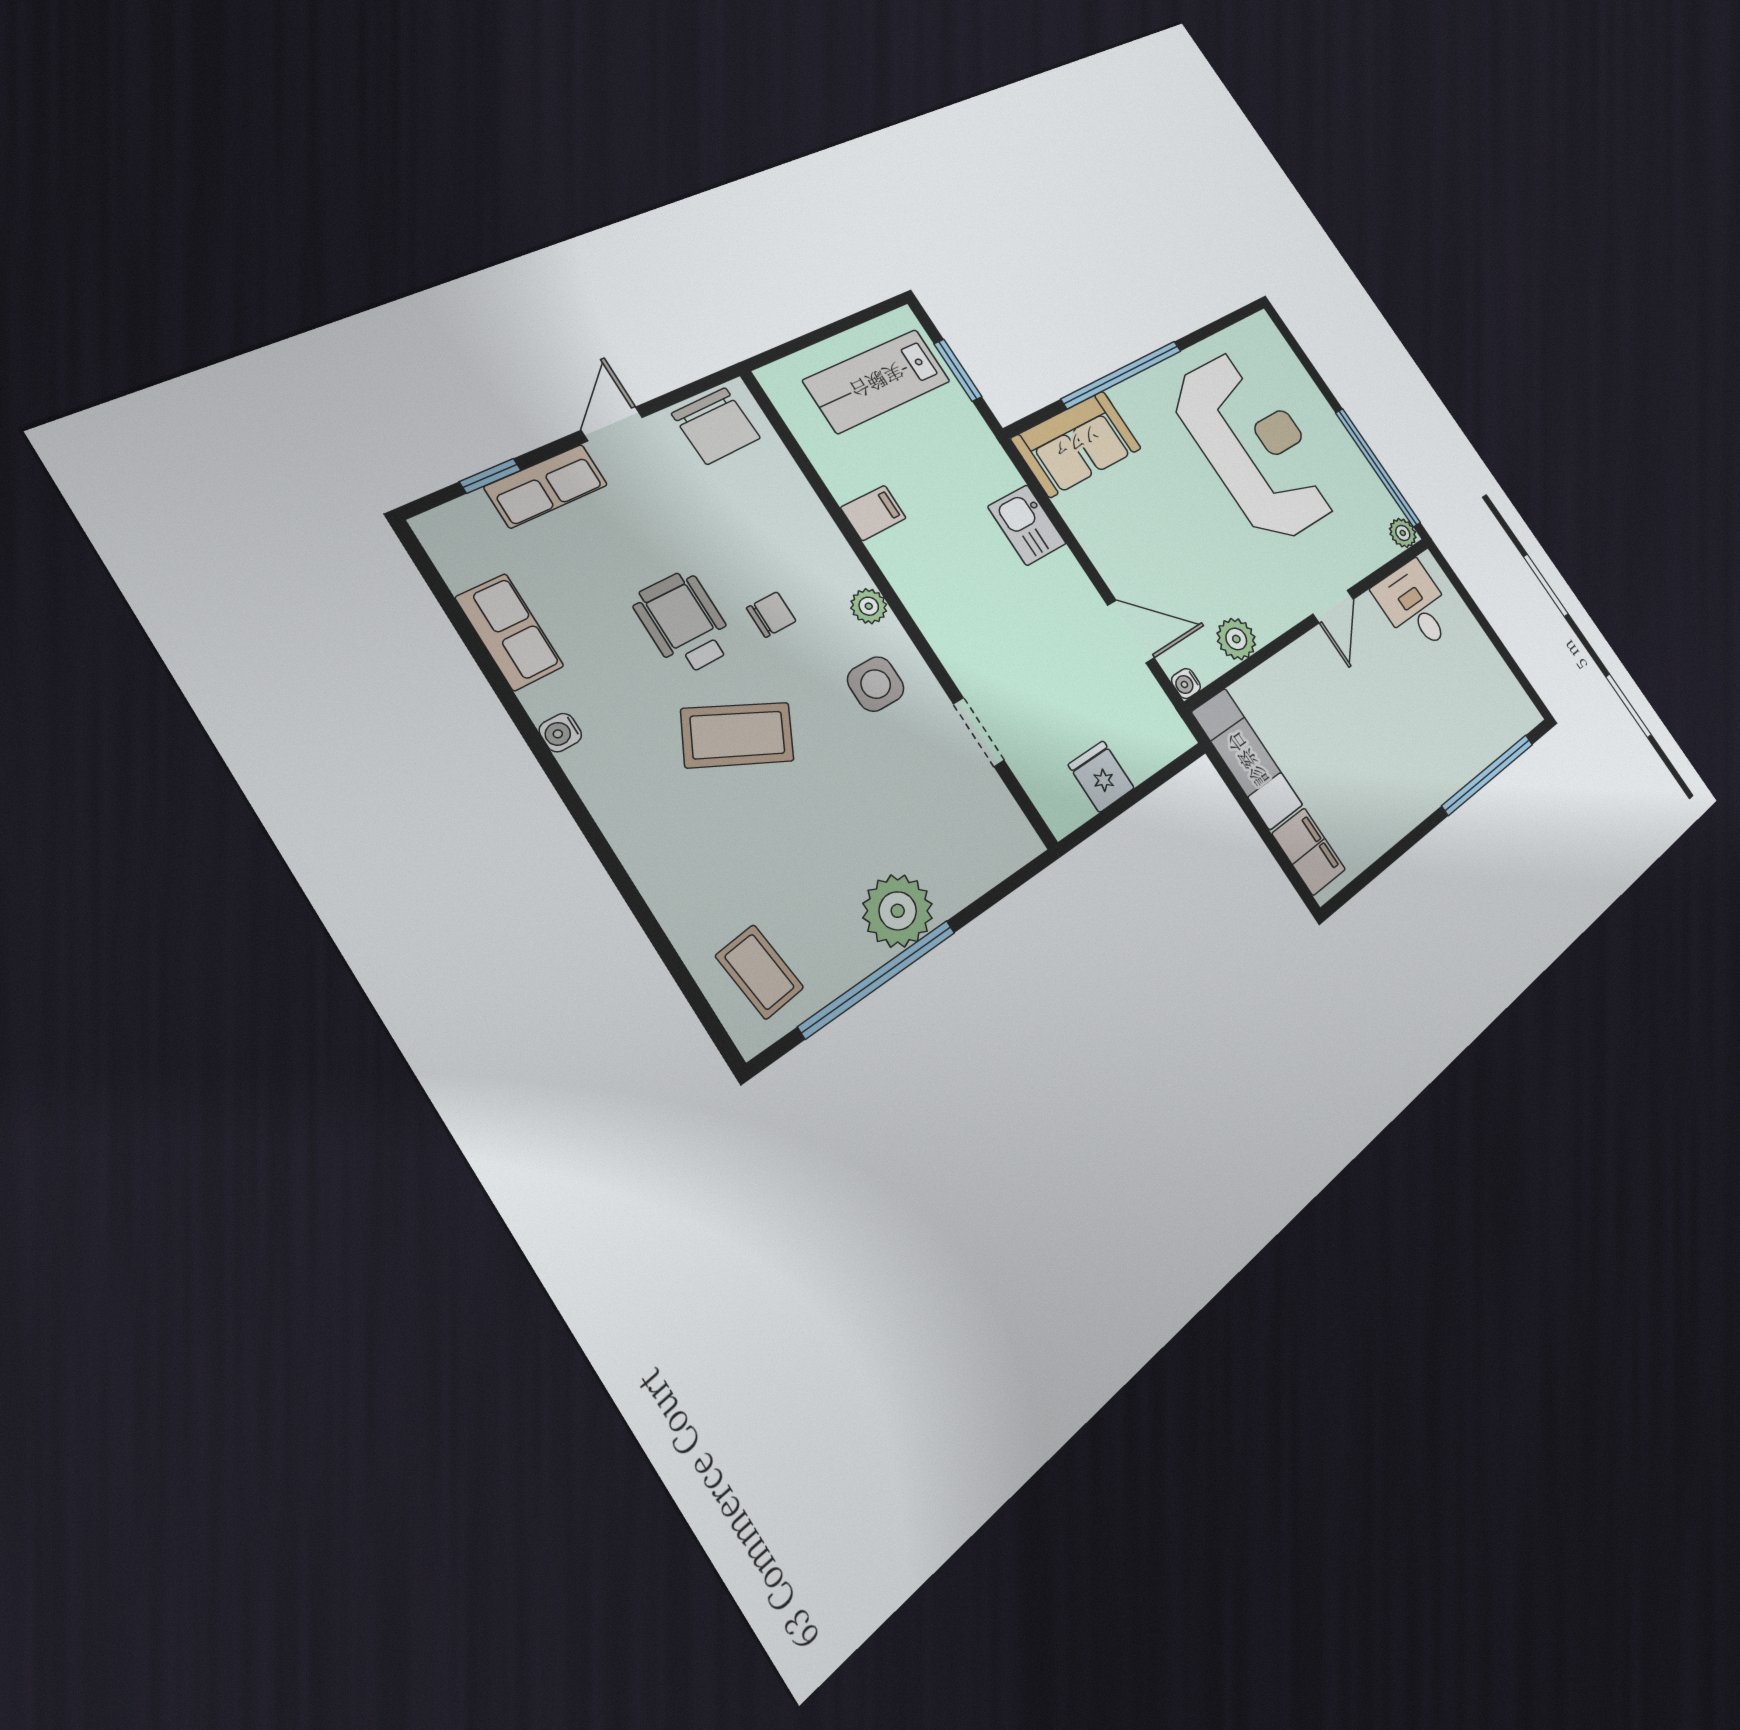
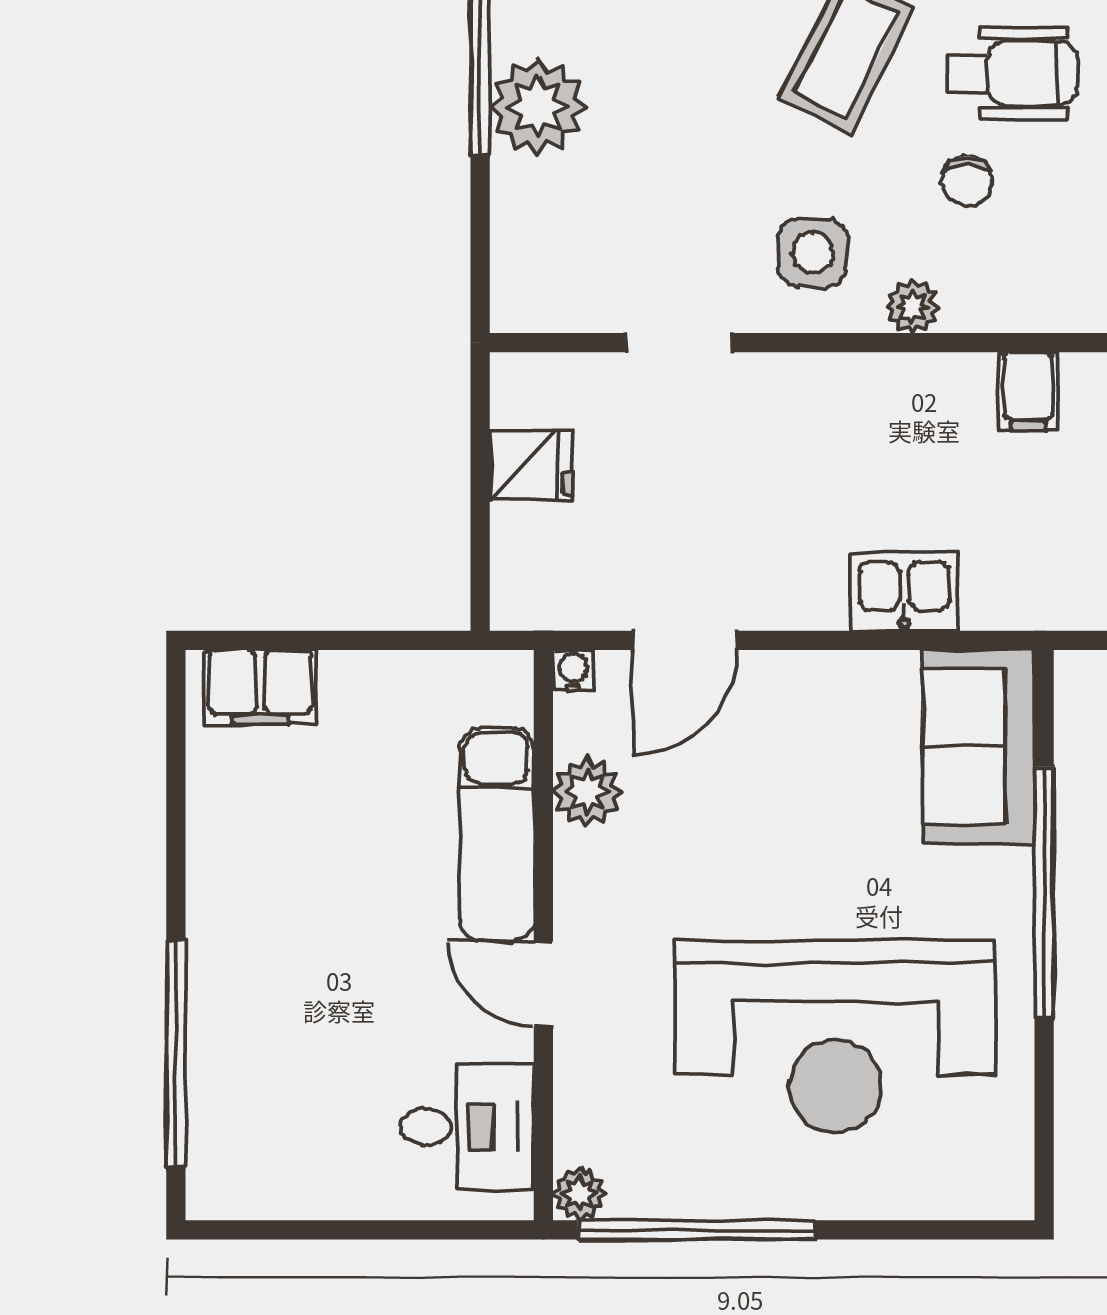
exam couch: (1247, 759) -> (497, 835), moved, turned 90

